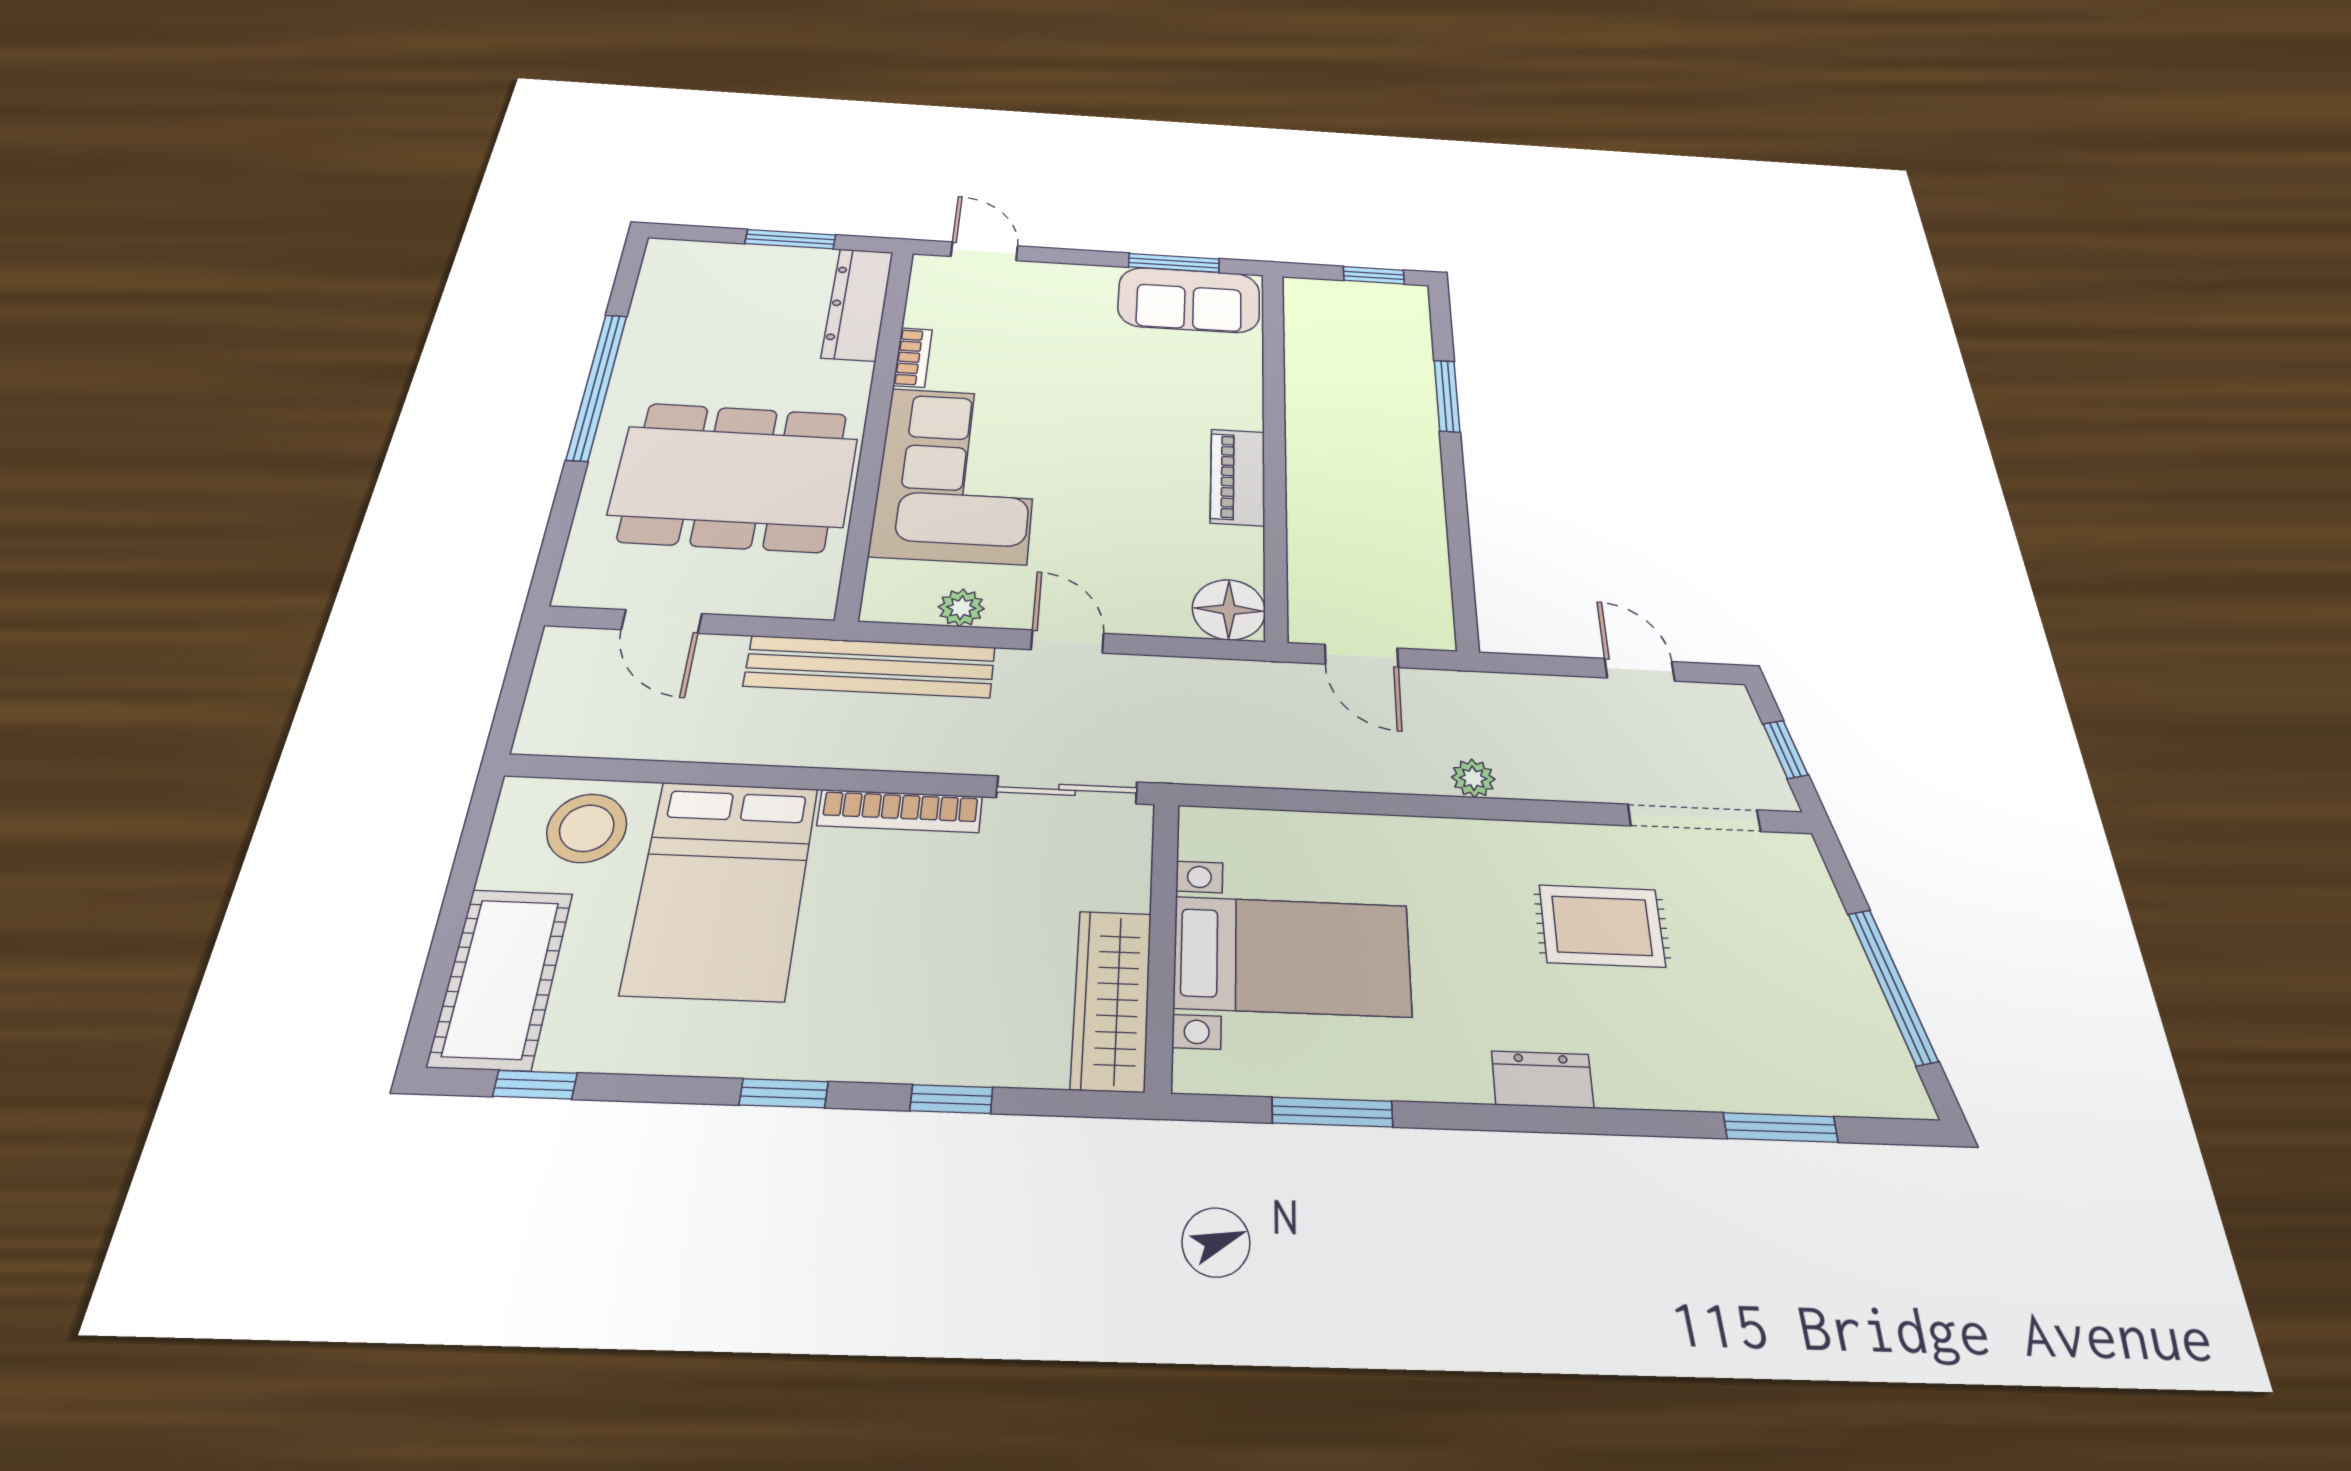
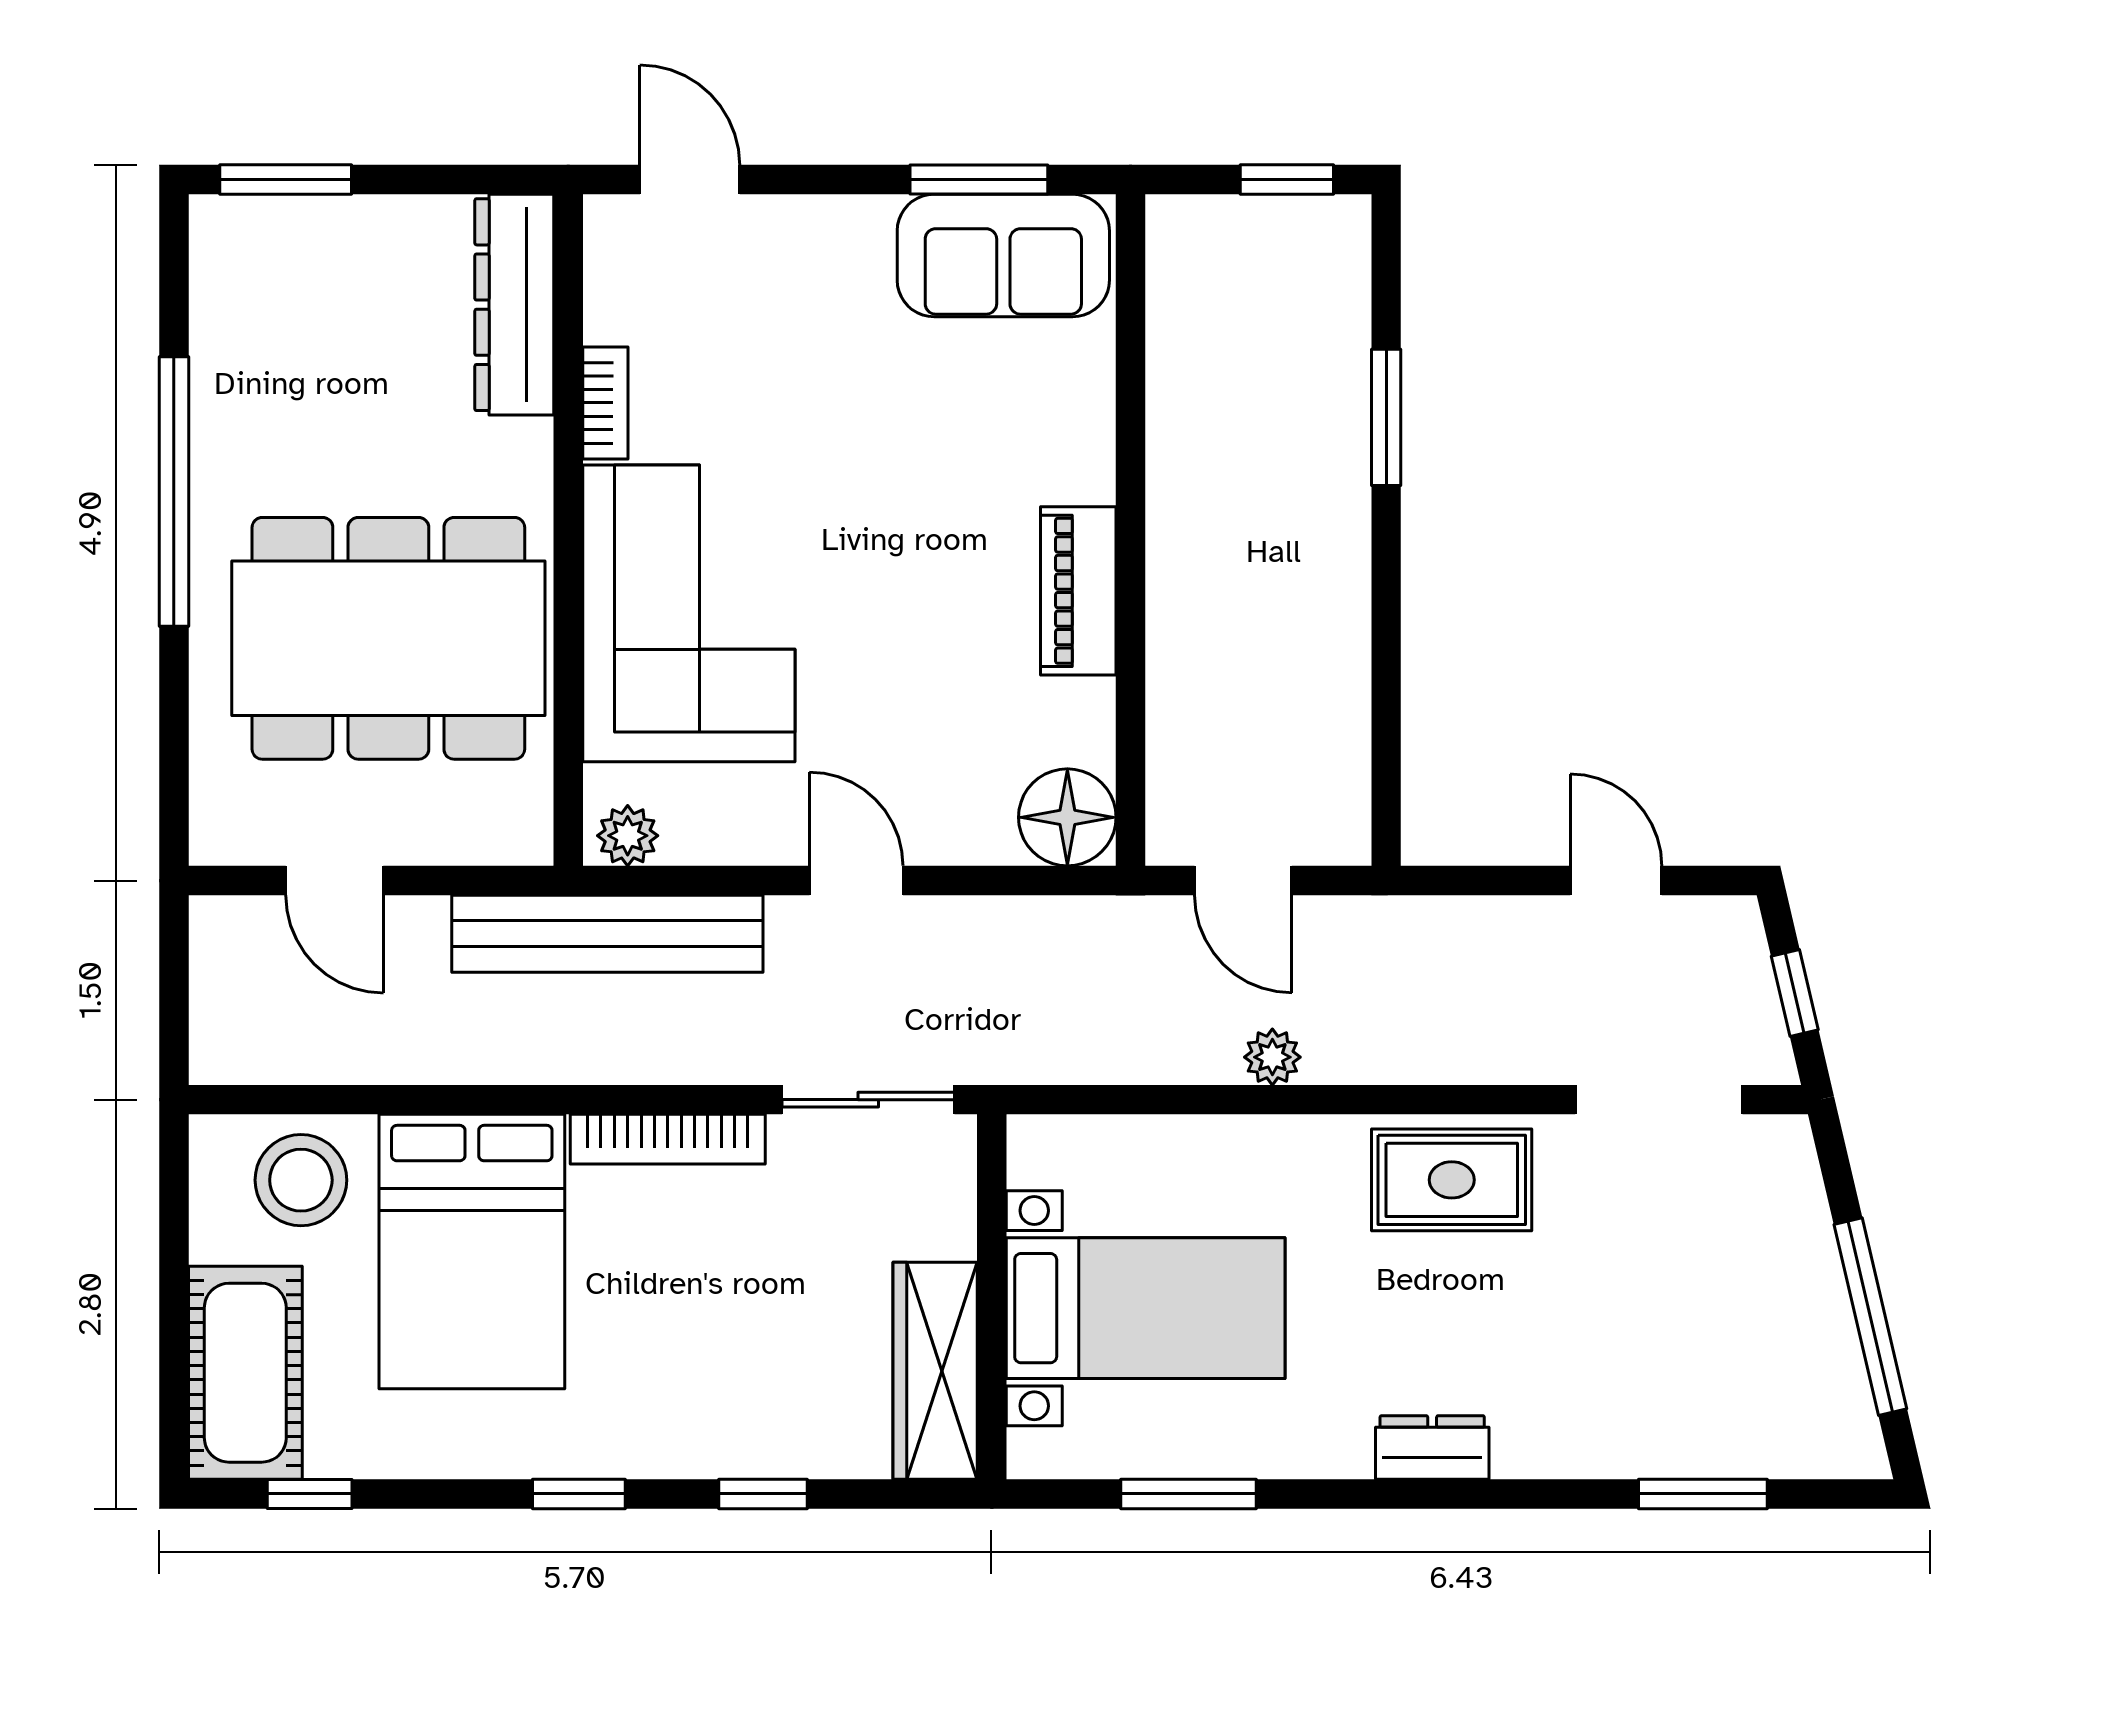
window: (790, 239) -> (286, 180), moved
plant: (961, 608) -> (628, 836), moved
plant: (1473, 778) -> (1272, 1057), moved
rug: (1602, 926) -> (1452, 1180), moved

